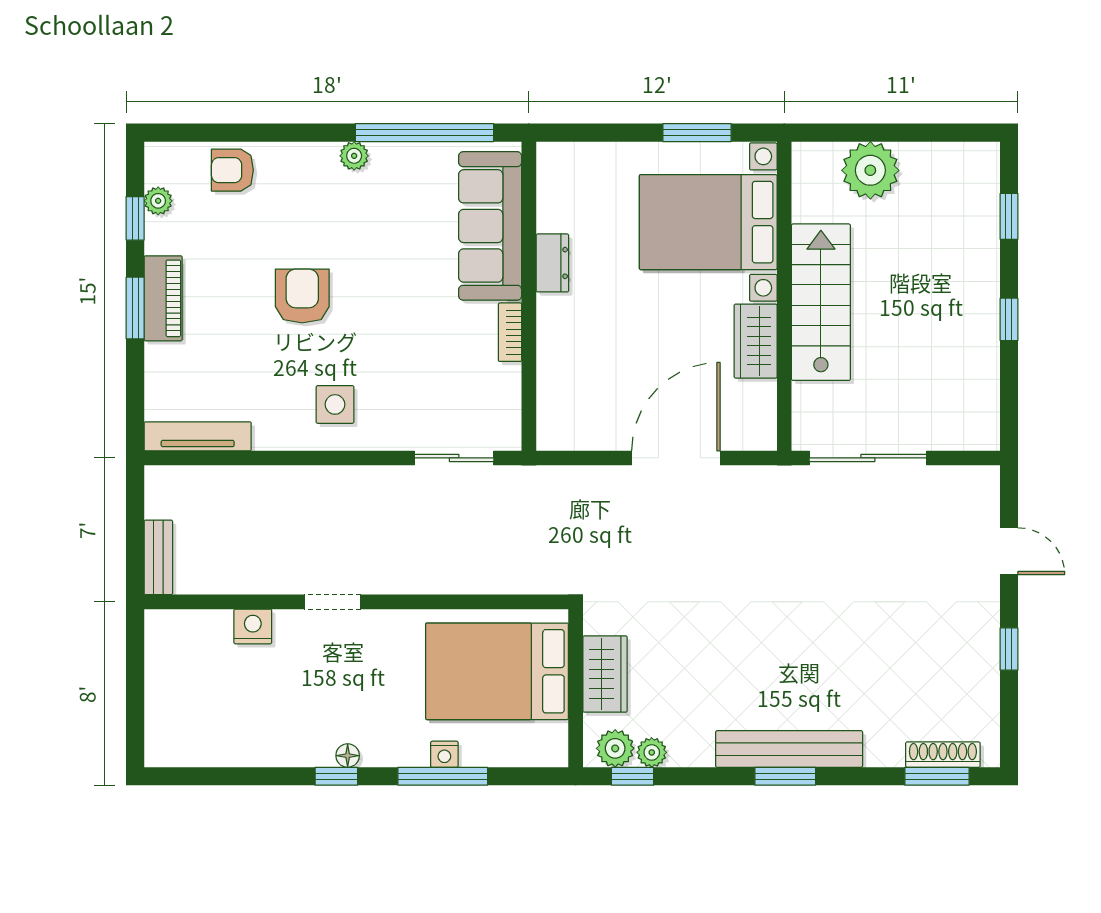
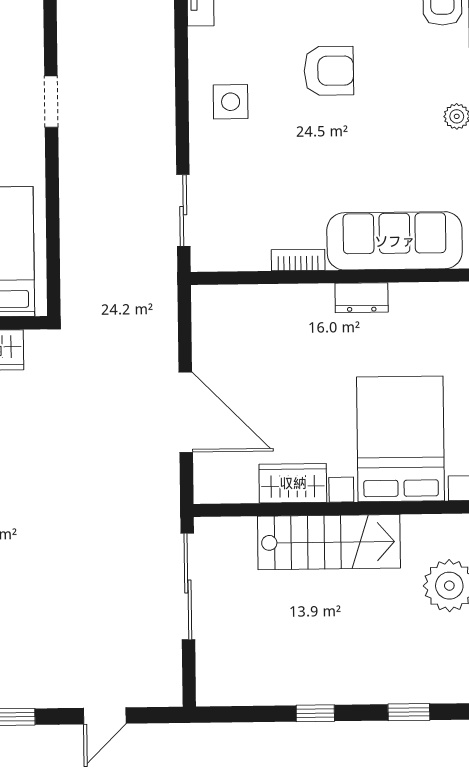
nightstand: (253, 626) -> (28, 30), removed

